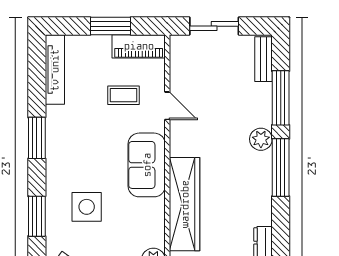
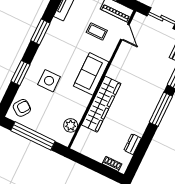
door: (167, 106) -> (125, 32), moved
plant: (261, 139) -> (158, 89), removed

